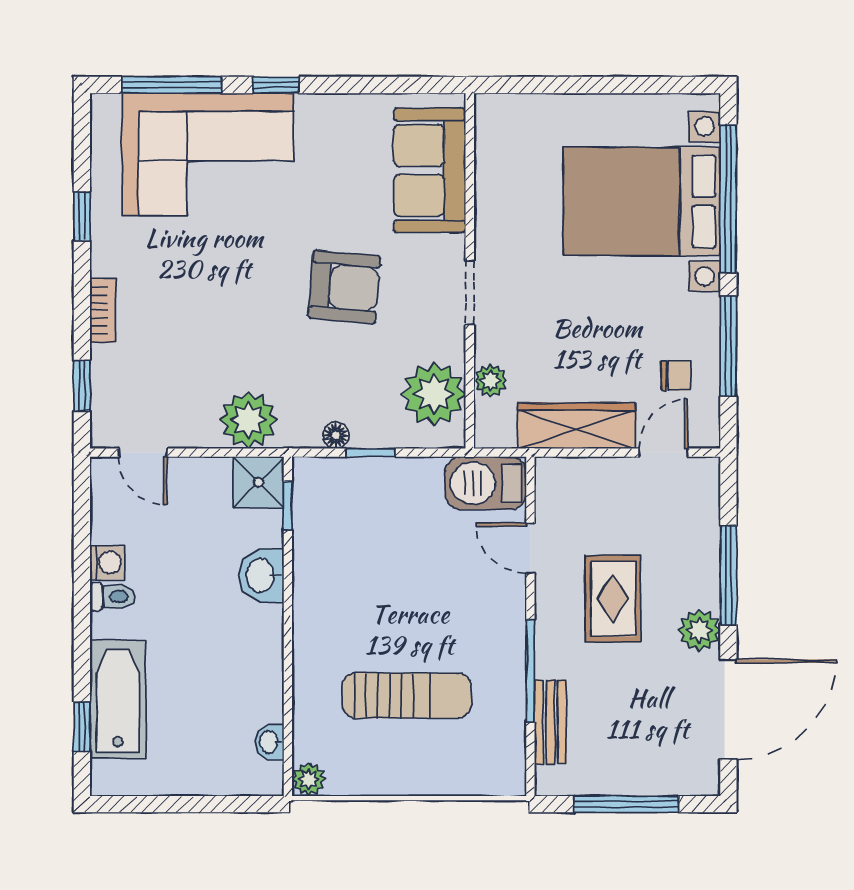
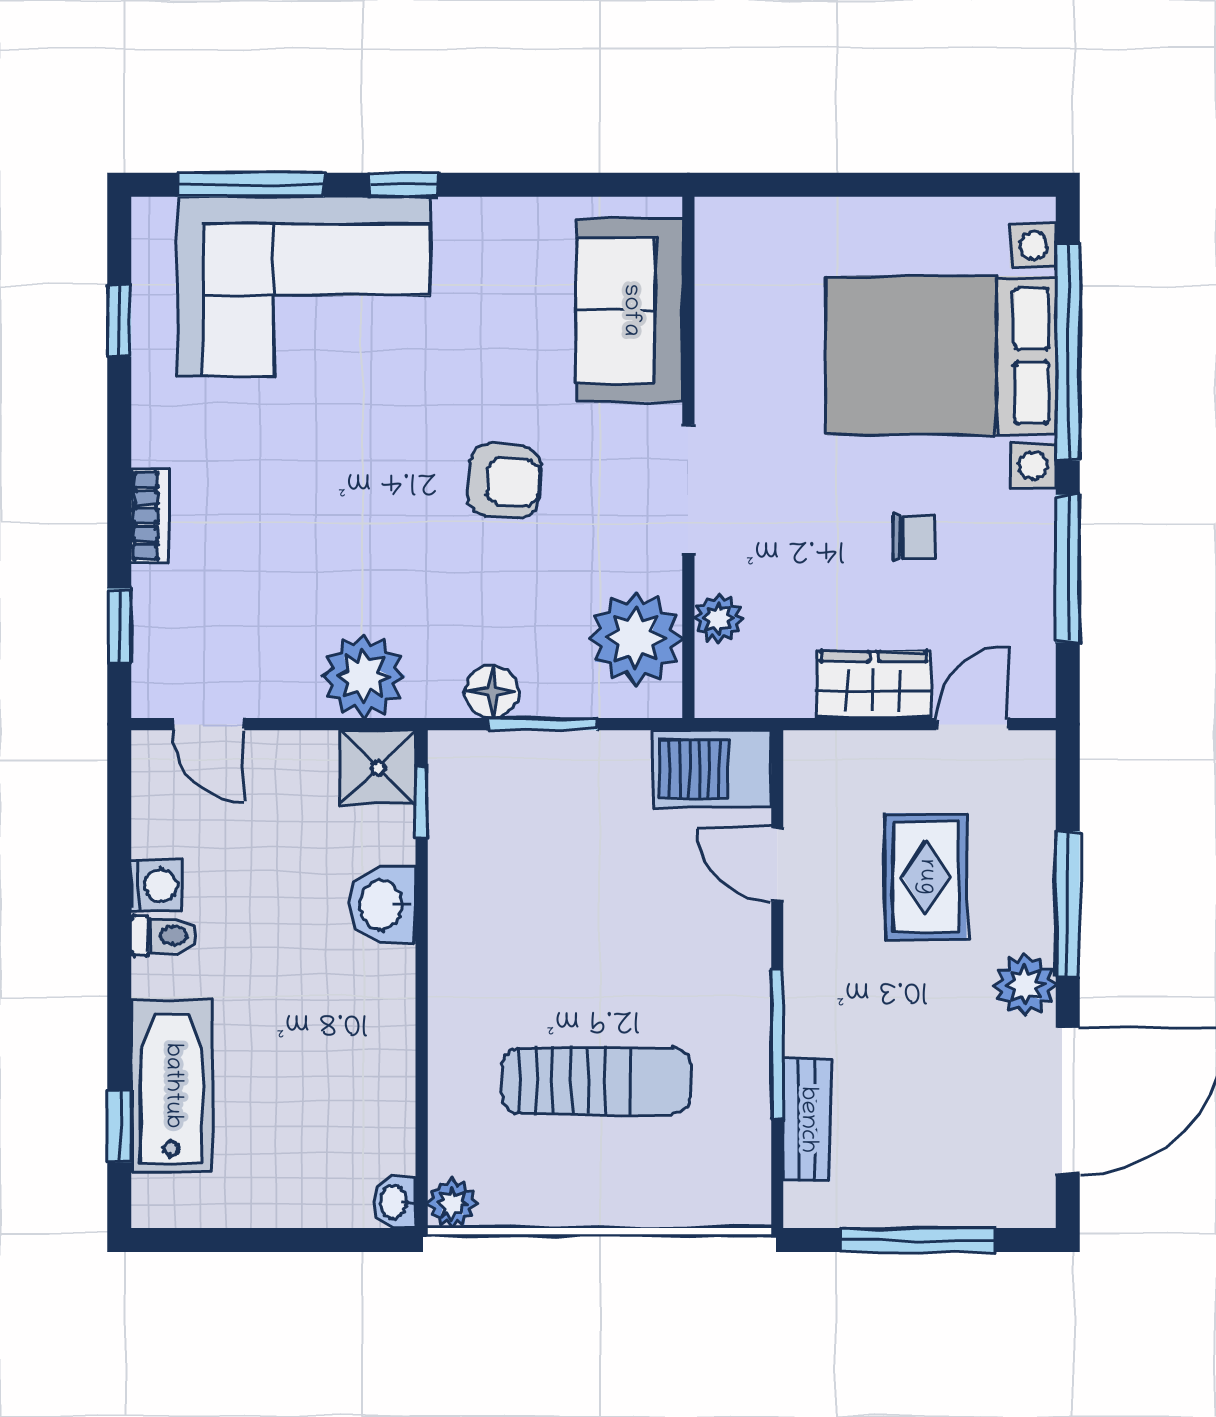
window: (82, 216) -> (119, 321), moved
armchair: (344, 287) -> (504, 481), width x0.72, depth x0.72
doorway: (470, 293) -> (688, 490), width x1.38
chair: (676, 376) -> (914, 537), moved
wardrobe: (576, 426) -> (874, 685), width x0.67
floor lamp: (336, 435) -> (492, 692), width x1.37, depth x1.37
window: (371, 453) -> (543, 724), width x1.50
rug: (613, 599) -> (926, 877), moved
washbasin: (270, 742) -> (395, 1202), moved

